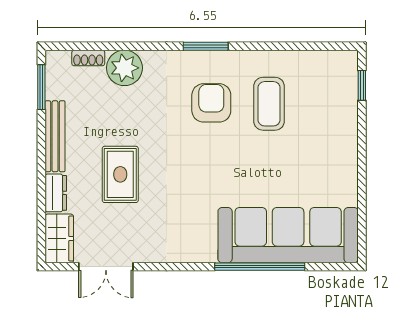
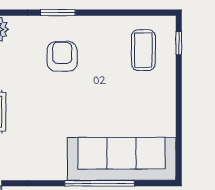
coffee table: (269, 104) -> (143, 50), moved

